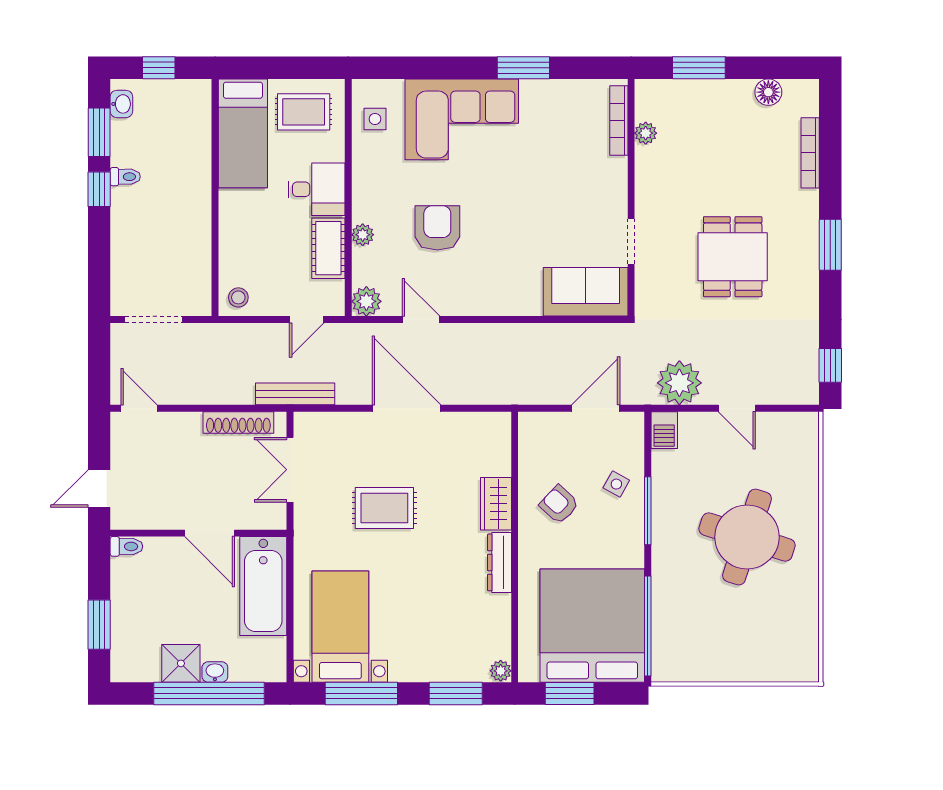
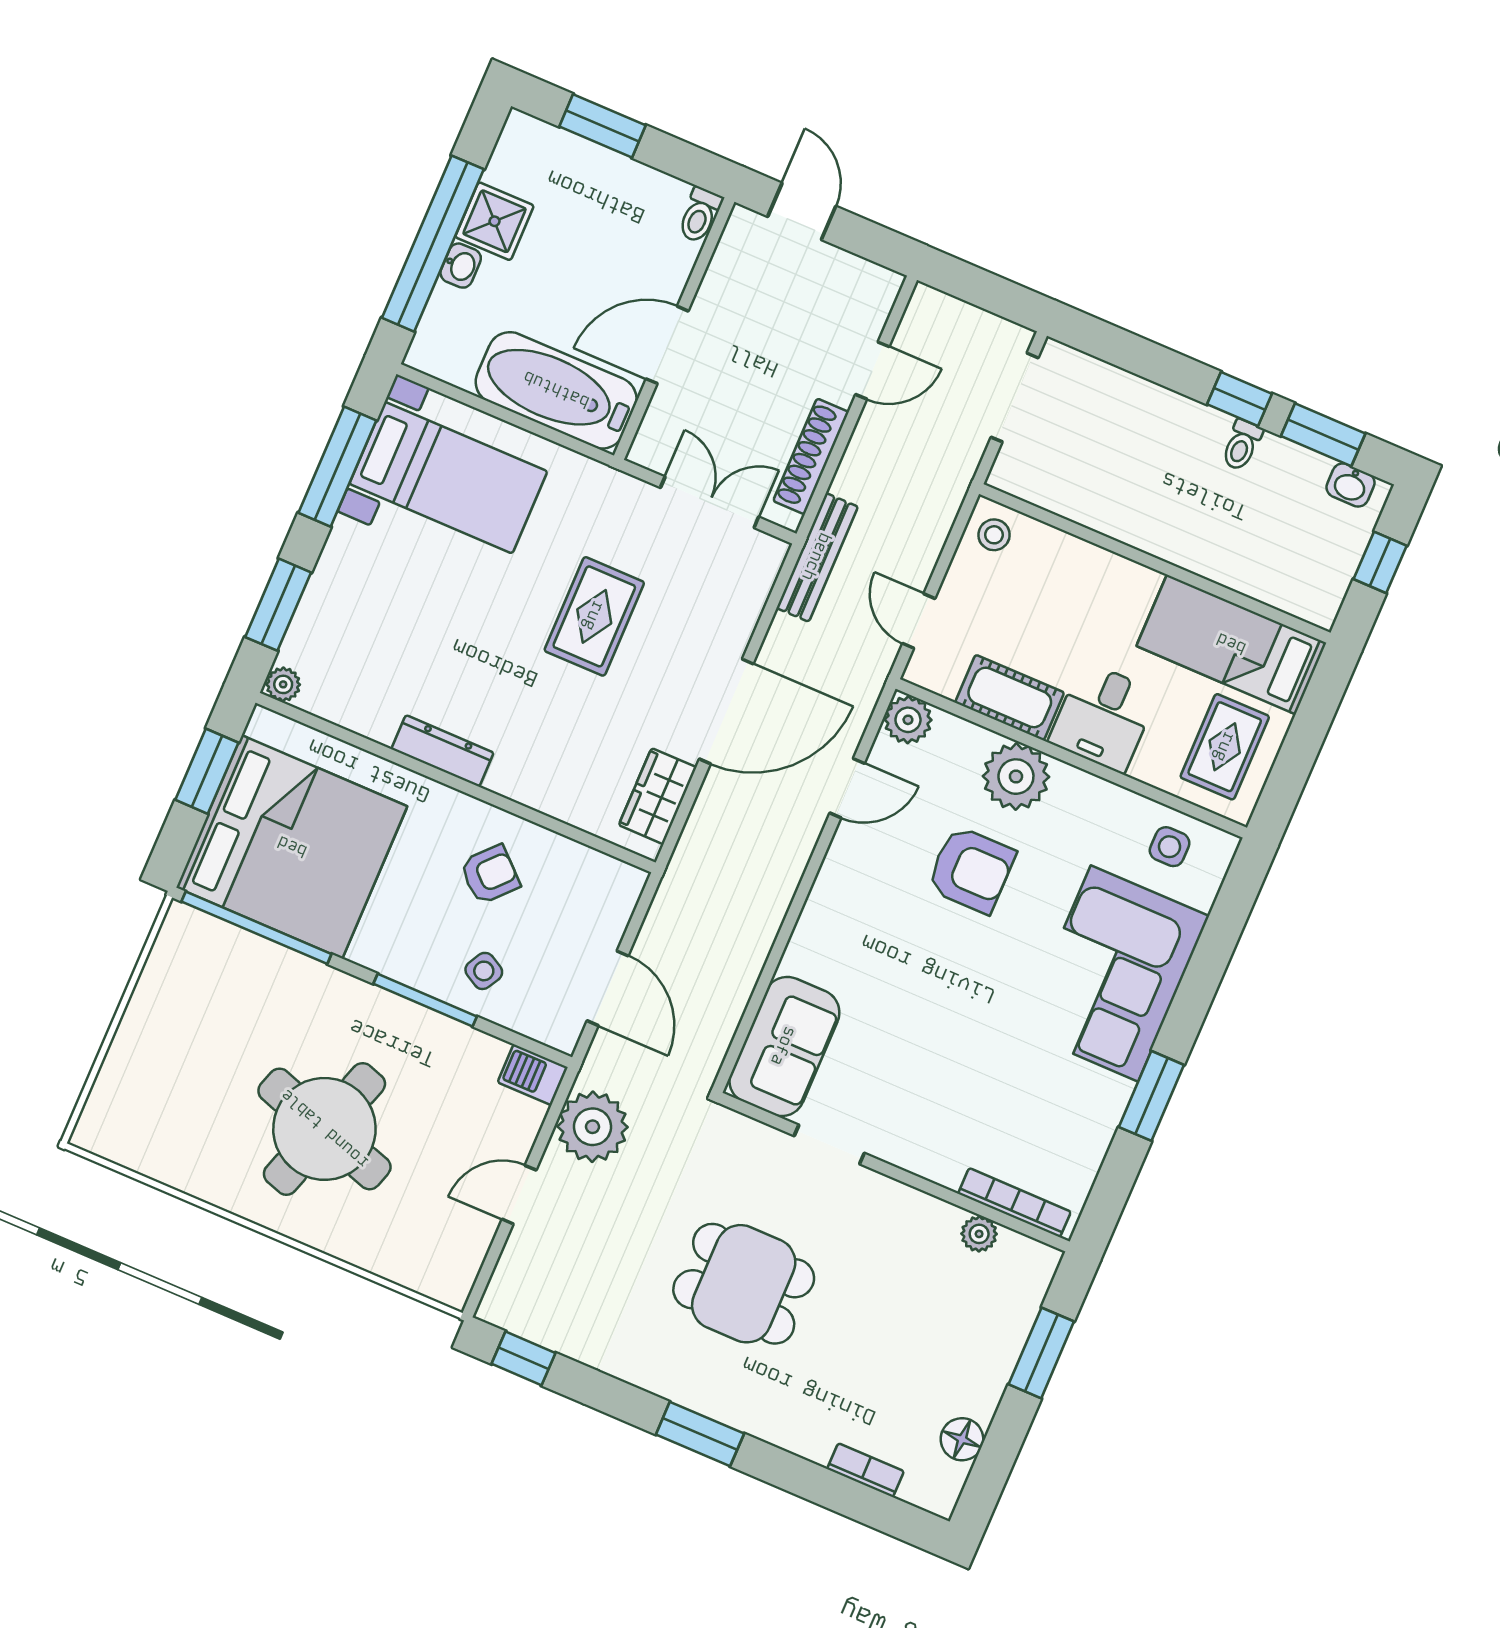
bookcase: (810, 153) -> (865, 1470), width x0.64
plant: (363, 235) -> (1016, 777), width x1.88, depth x1.88
door: (139, 408) -> (872, 371), moved
wardrobe: (496, 504) -> (658, 796), moved, turned -90

